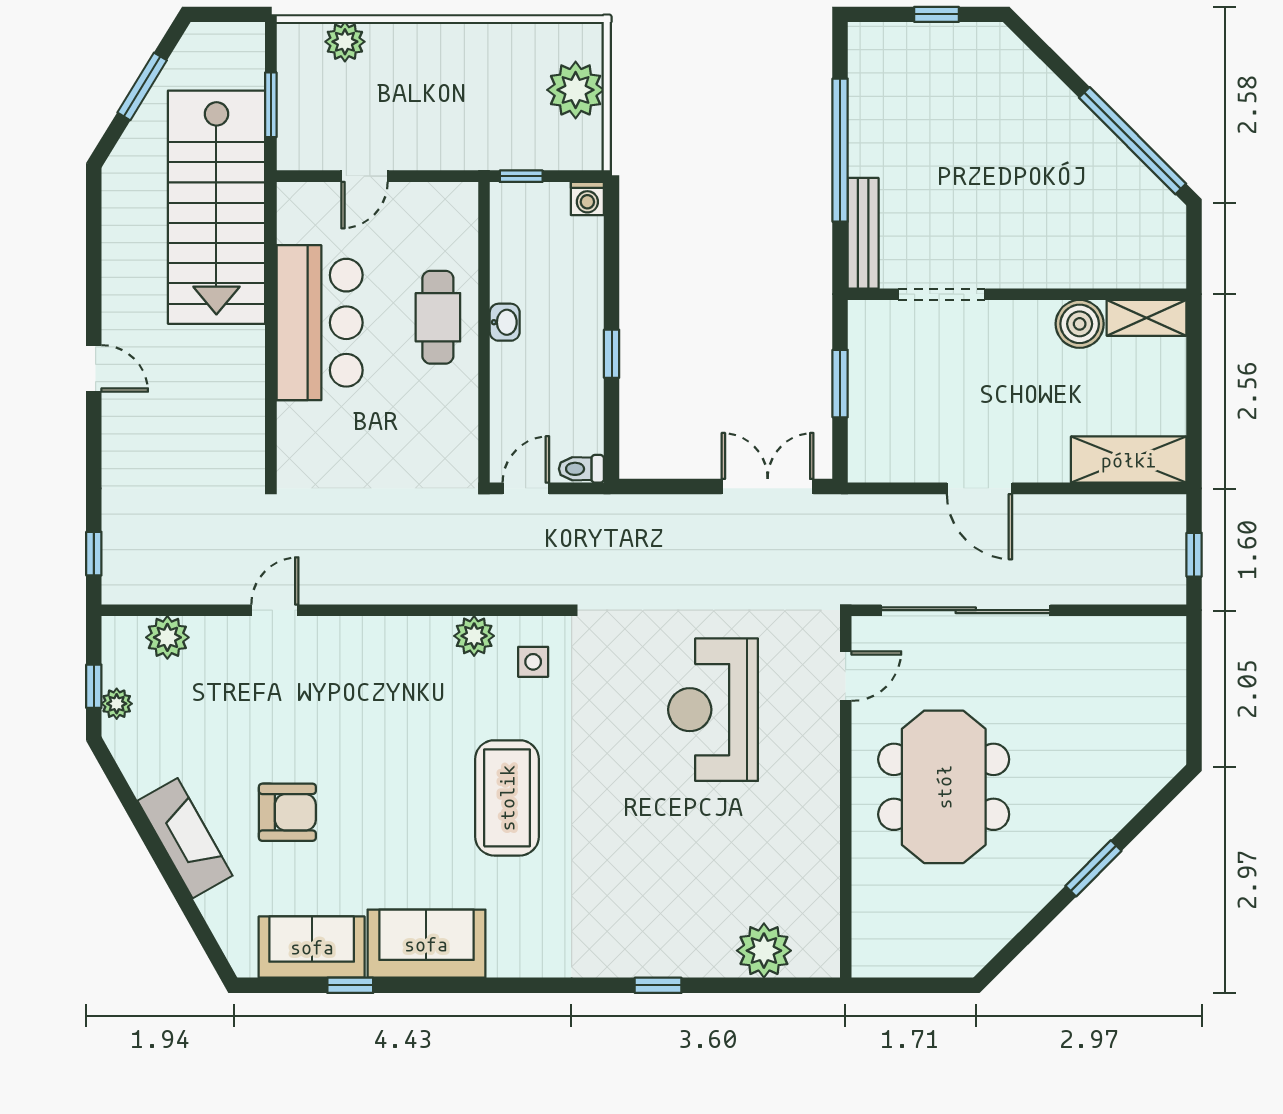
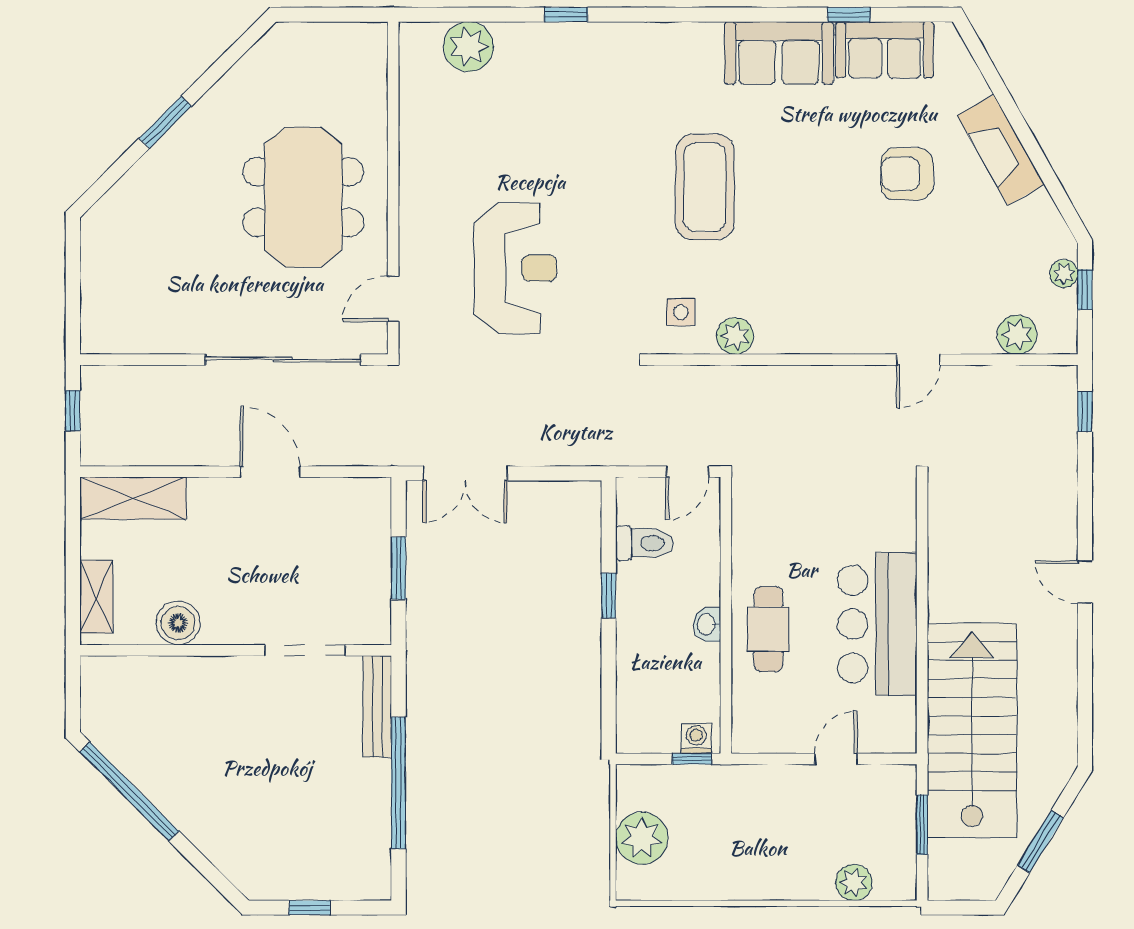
washing machine: (587, 198) -> (696, 738), moved
shelving: (1147, 318) -> (96, 597), moved, turned 90
toilet: (581, 469) -> (644, 543), moved, width x1.37, depth x1.39

